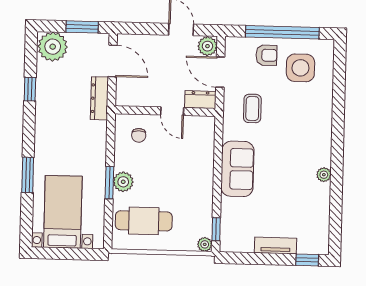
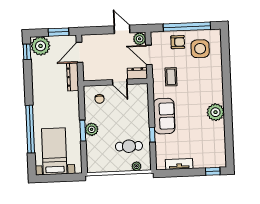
door: (113, 61) -> (80, 52), swing flipped
window: (30, 89) -> (27, 52), moved
window: (28, 175) -> (30, 129), width x2.11
plant: (324, 175) -> (215, 112), width x1.88, depth x1.88
cafe table: (144, 221) -> (129, 146), moved, width x0.73, depth x0.74
window: (216, 229) -> (152, 135), moved
plant: (205, 244) -> (136, 166), moved
tv unit: (276, 246) -> (179, 164), moved

